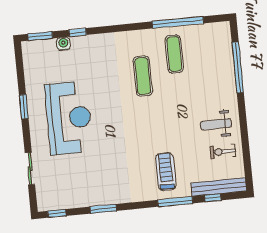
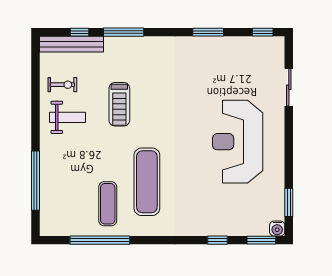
water cooler: (63, 44) -> (277, 229), moved
exercise mat: (143, 76) -> (147, 182), width x1.36, depth x1.45
window: (24, 107) -> (289, 202), moved
treadmill: (166, 172) -> (119, 104), moved

